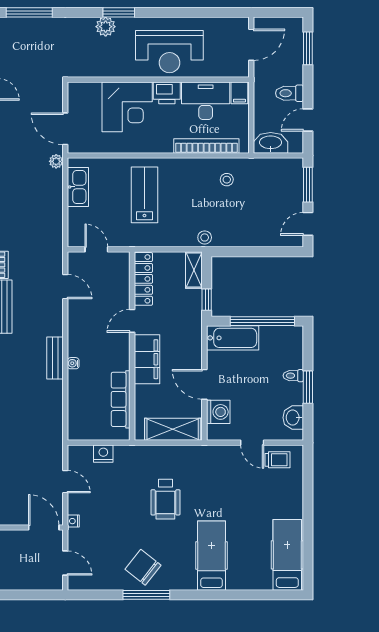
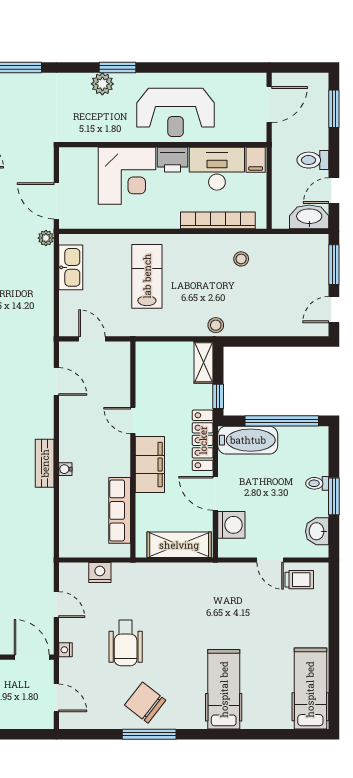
washbasin: (271, 143) -> (309, 217), moved
locker: (143, 279) -> (203, 440), moved, turned 180
door: (132, 321) -> (133, 421), hinge flipped
wheelchair: (165, 499) -> (126, 643), moved

